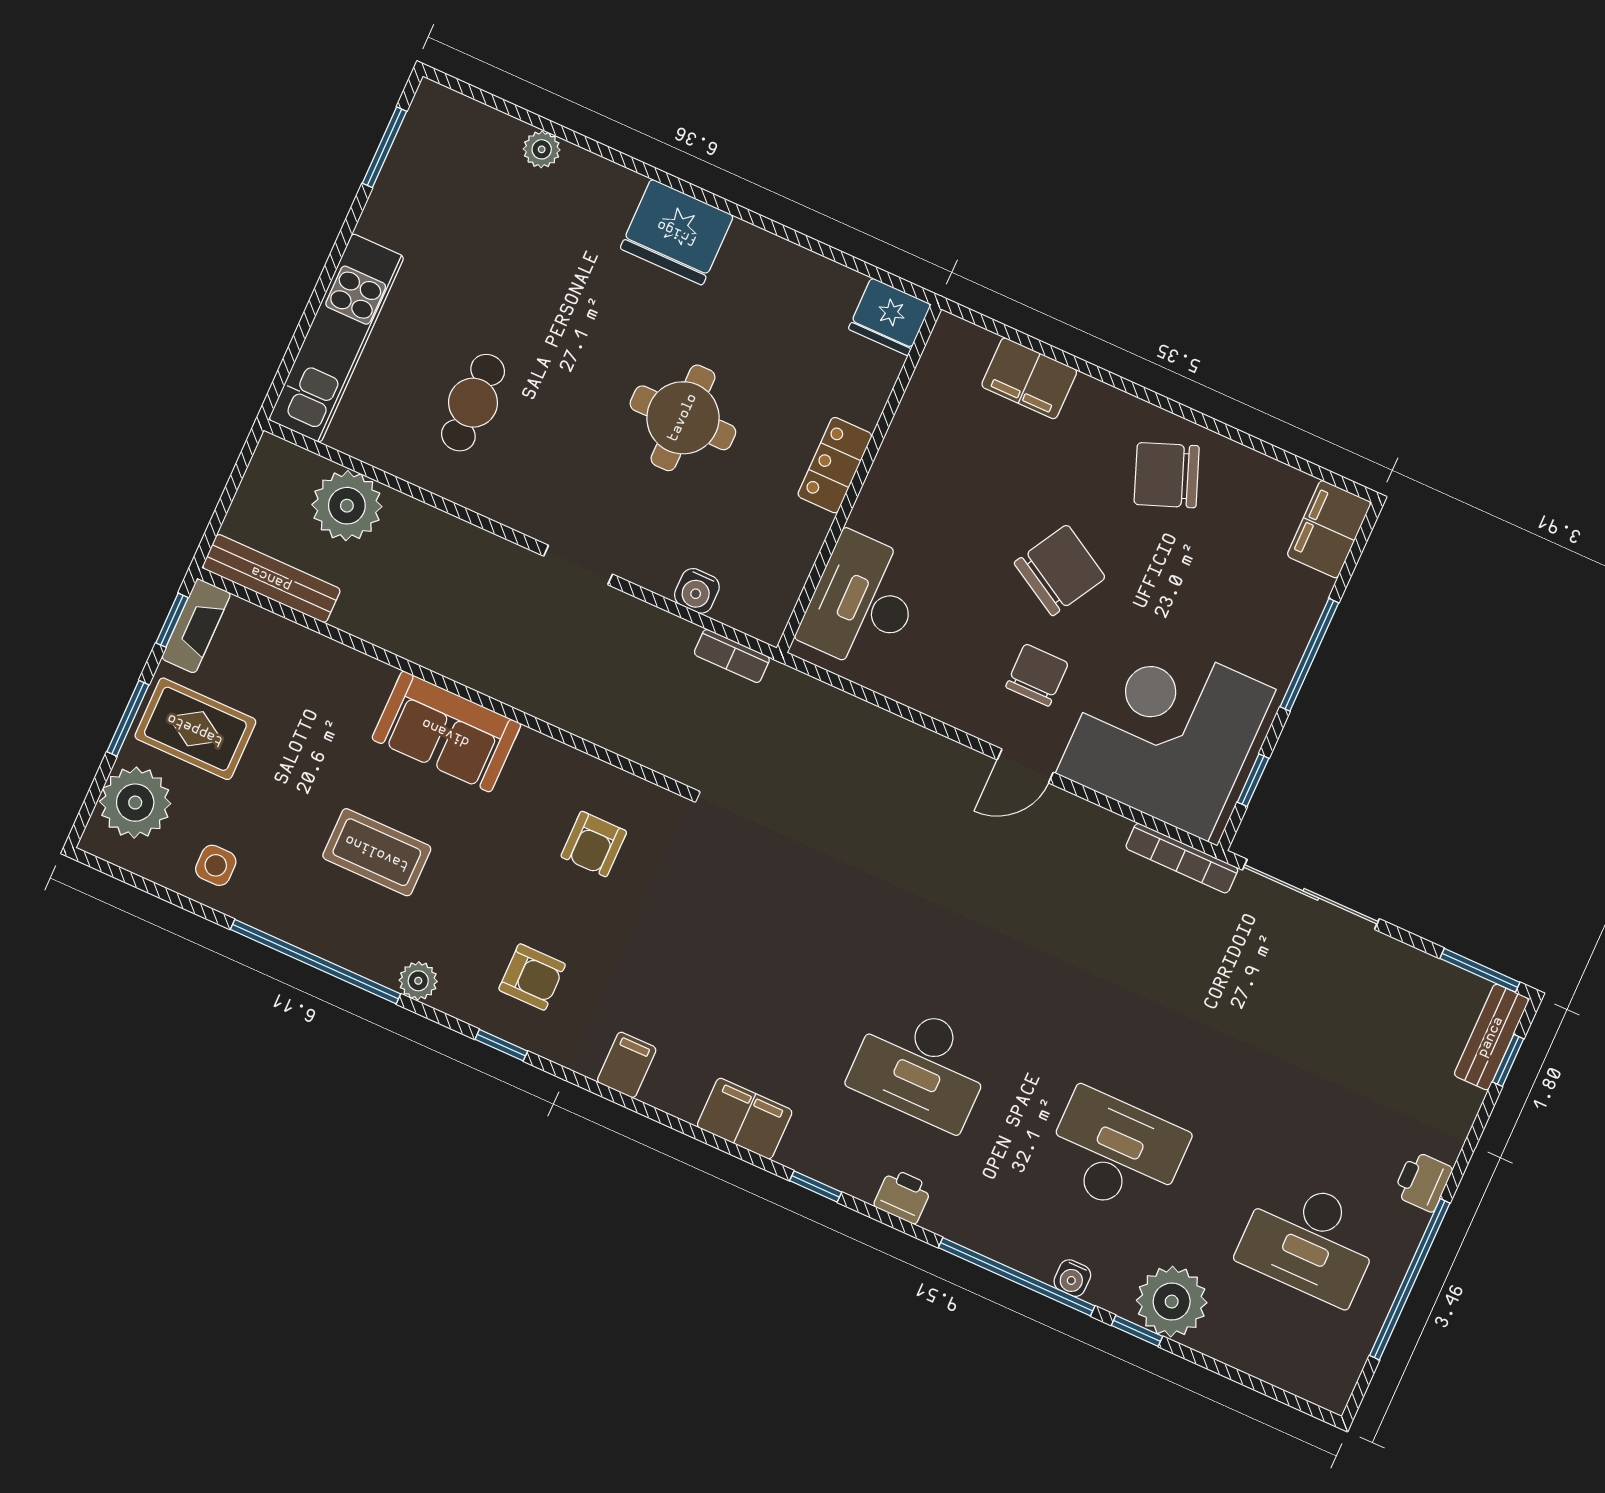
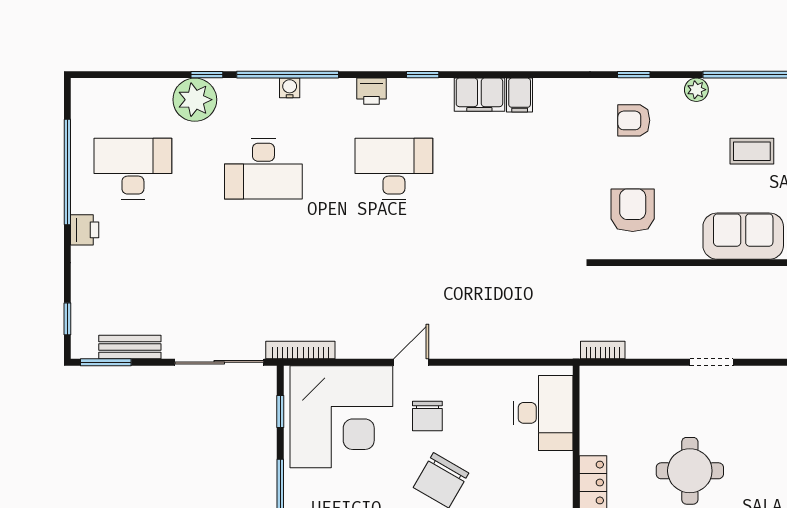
water cooler: (697, 591) -> (639, 378), removed
armchair: (594, 844) -> (633, 210), width x1.38, depth x1.38
coffee table: (377, 852) -> (752, 151), width x0.73, depth x0.77
bench: (1491, 1037) -> (130, 347), moved, turned 90
filing cabinet: (627, 1065) -> (520, 95), moved
water cooler: (1072, 1278) -> (290, 88), moved

